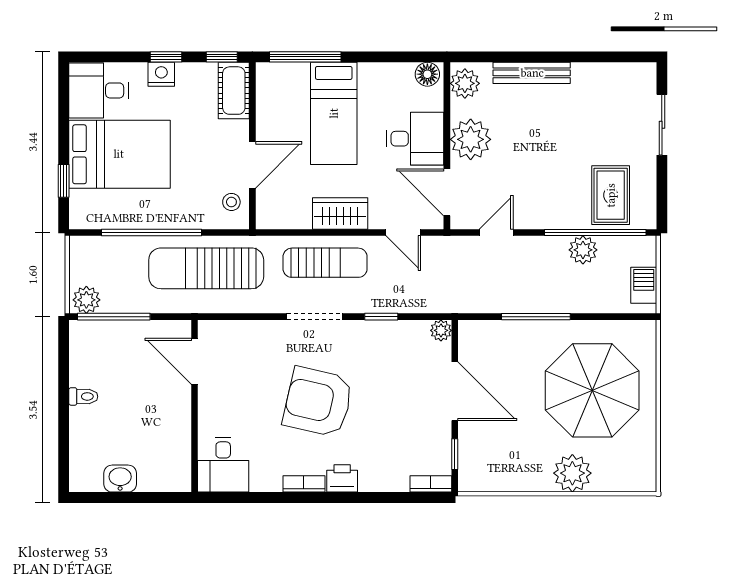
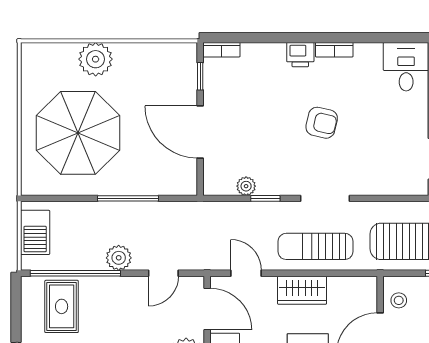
plant: (583, 250) -> (119, 258), moved
barbecue: (644, 285) -> (35, 232), width x1.38, depth x1.27
plant: (441, 330) -> (246, 186), moved
armchair: (318, 402) -> (322, 123), width x0.53, depth x0.53

